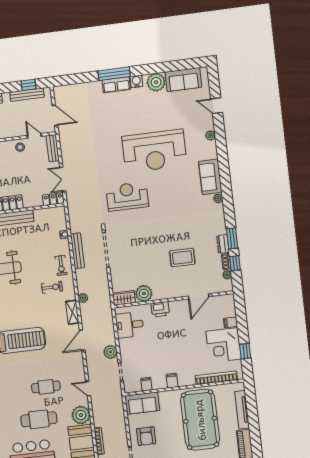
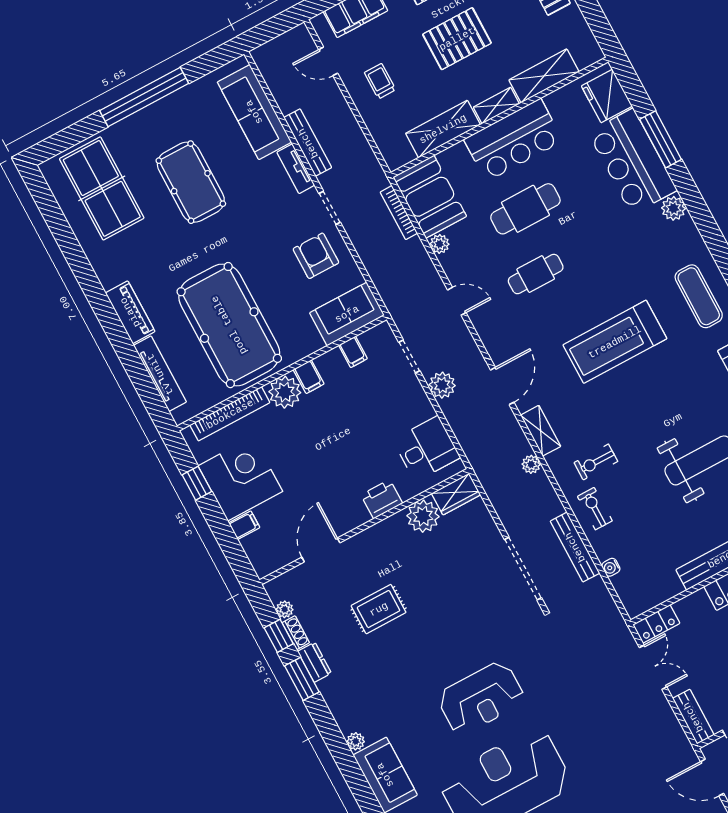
reception desk: (127, 196) -> (481, 698), moved
plant: (186, 378) -> (285, 392), added
plant: (81, 415) -> (440, 244), width x0.53, depth x0.53

